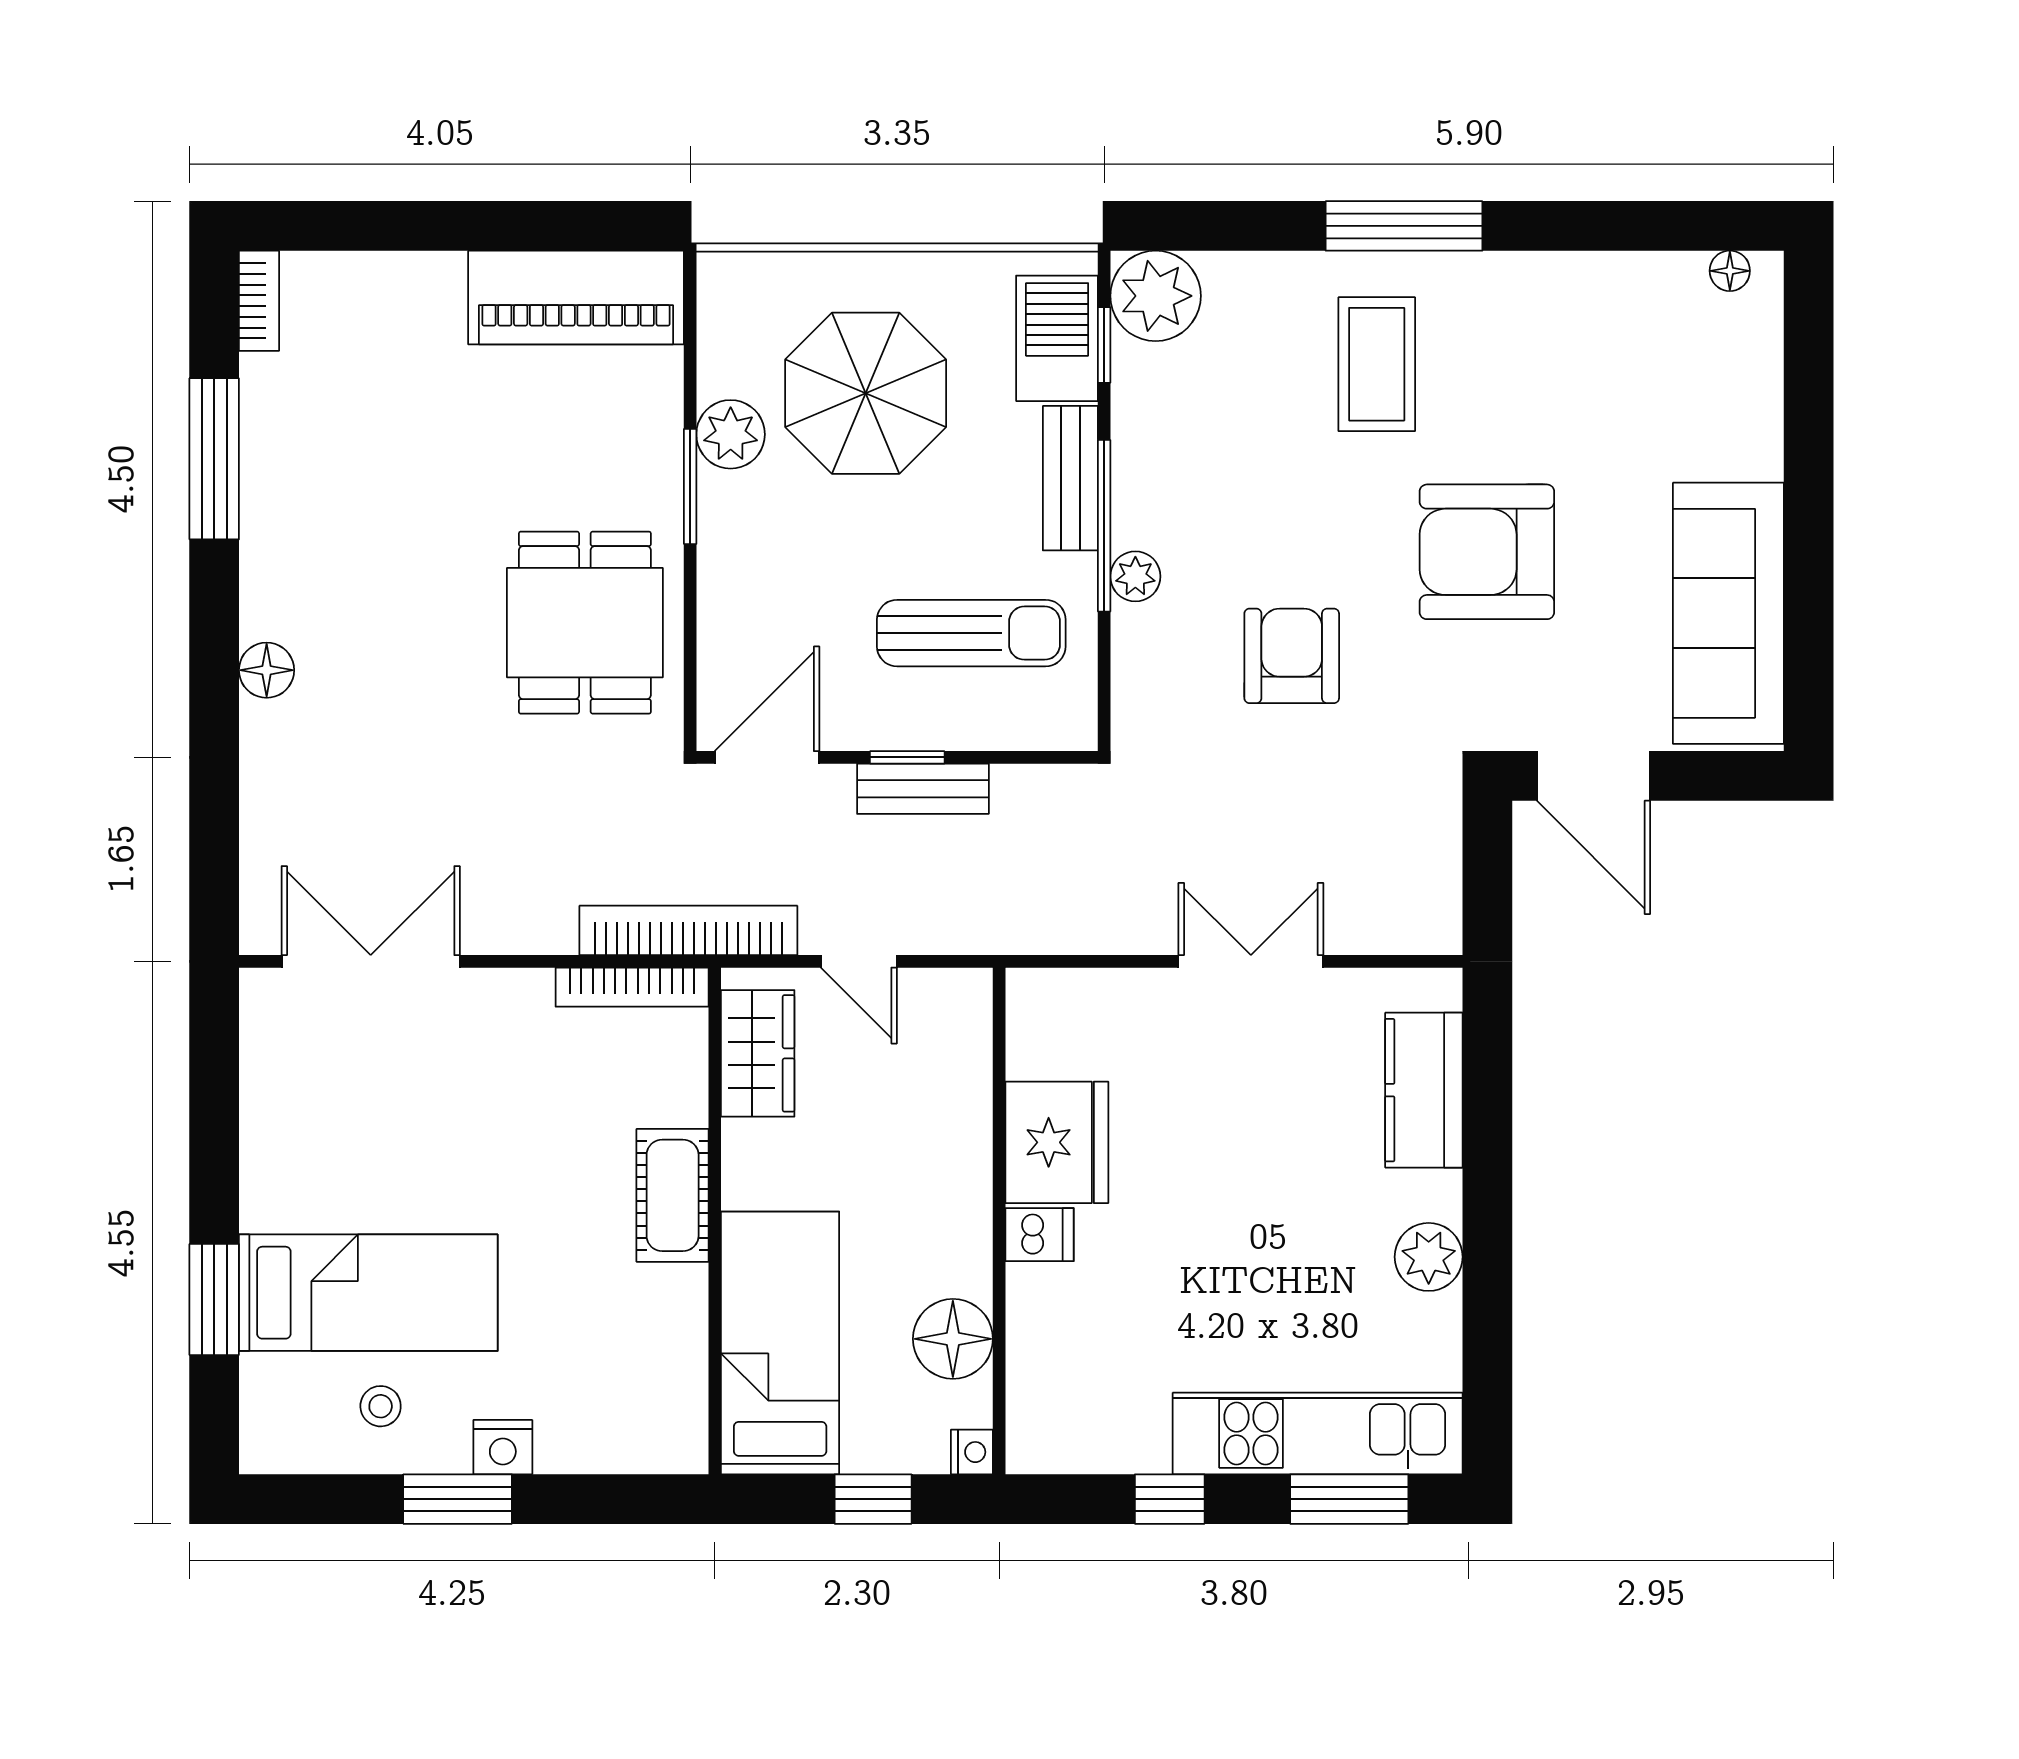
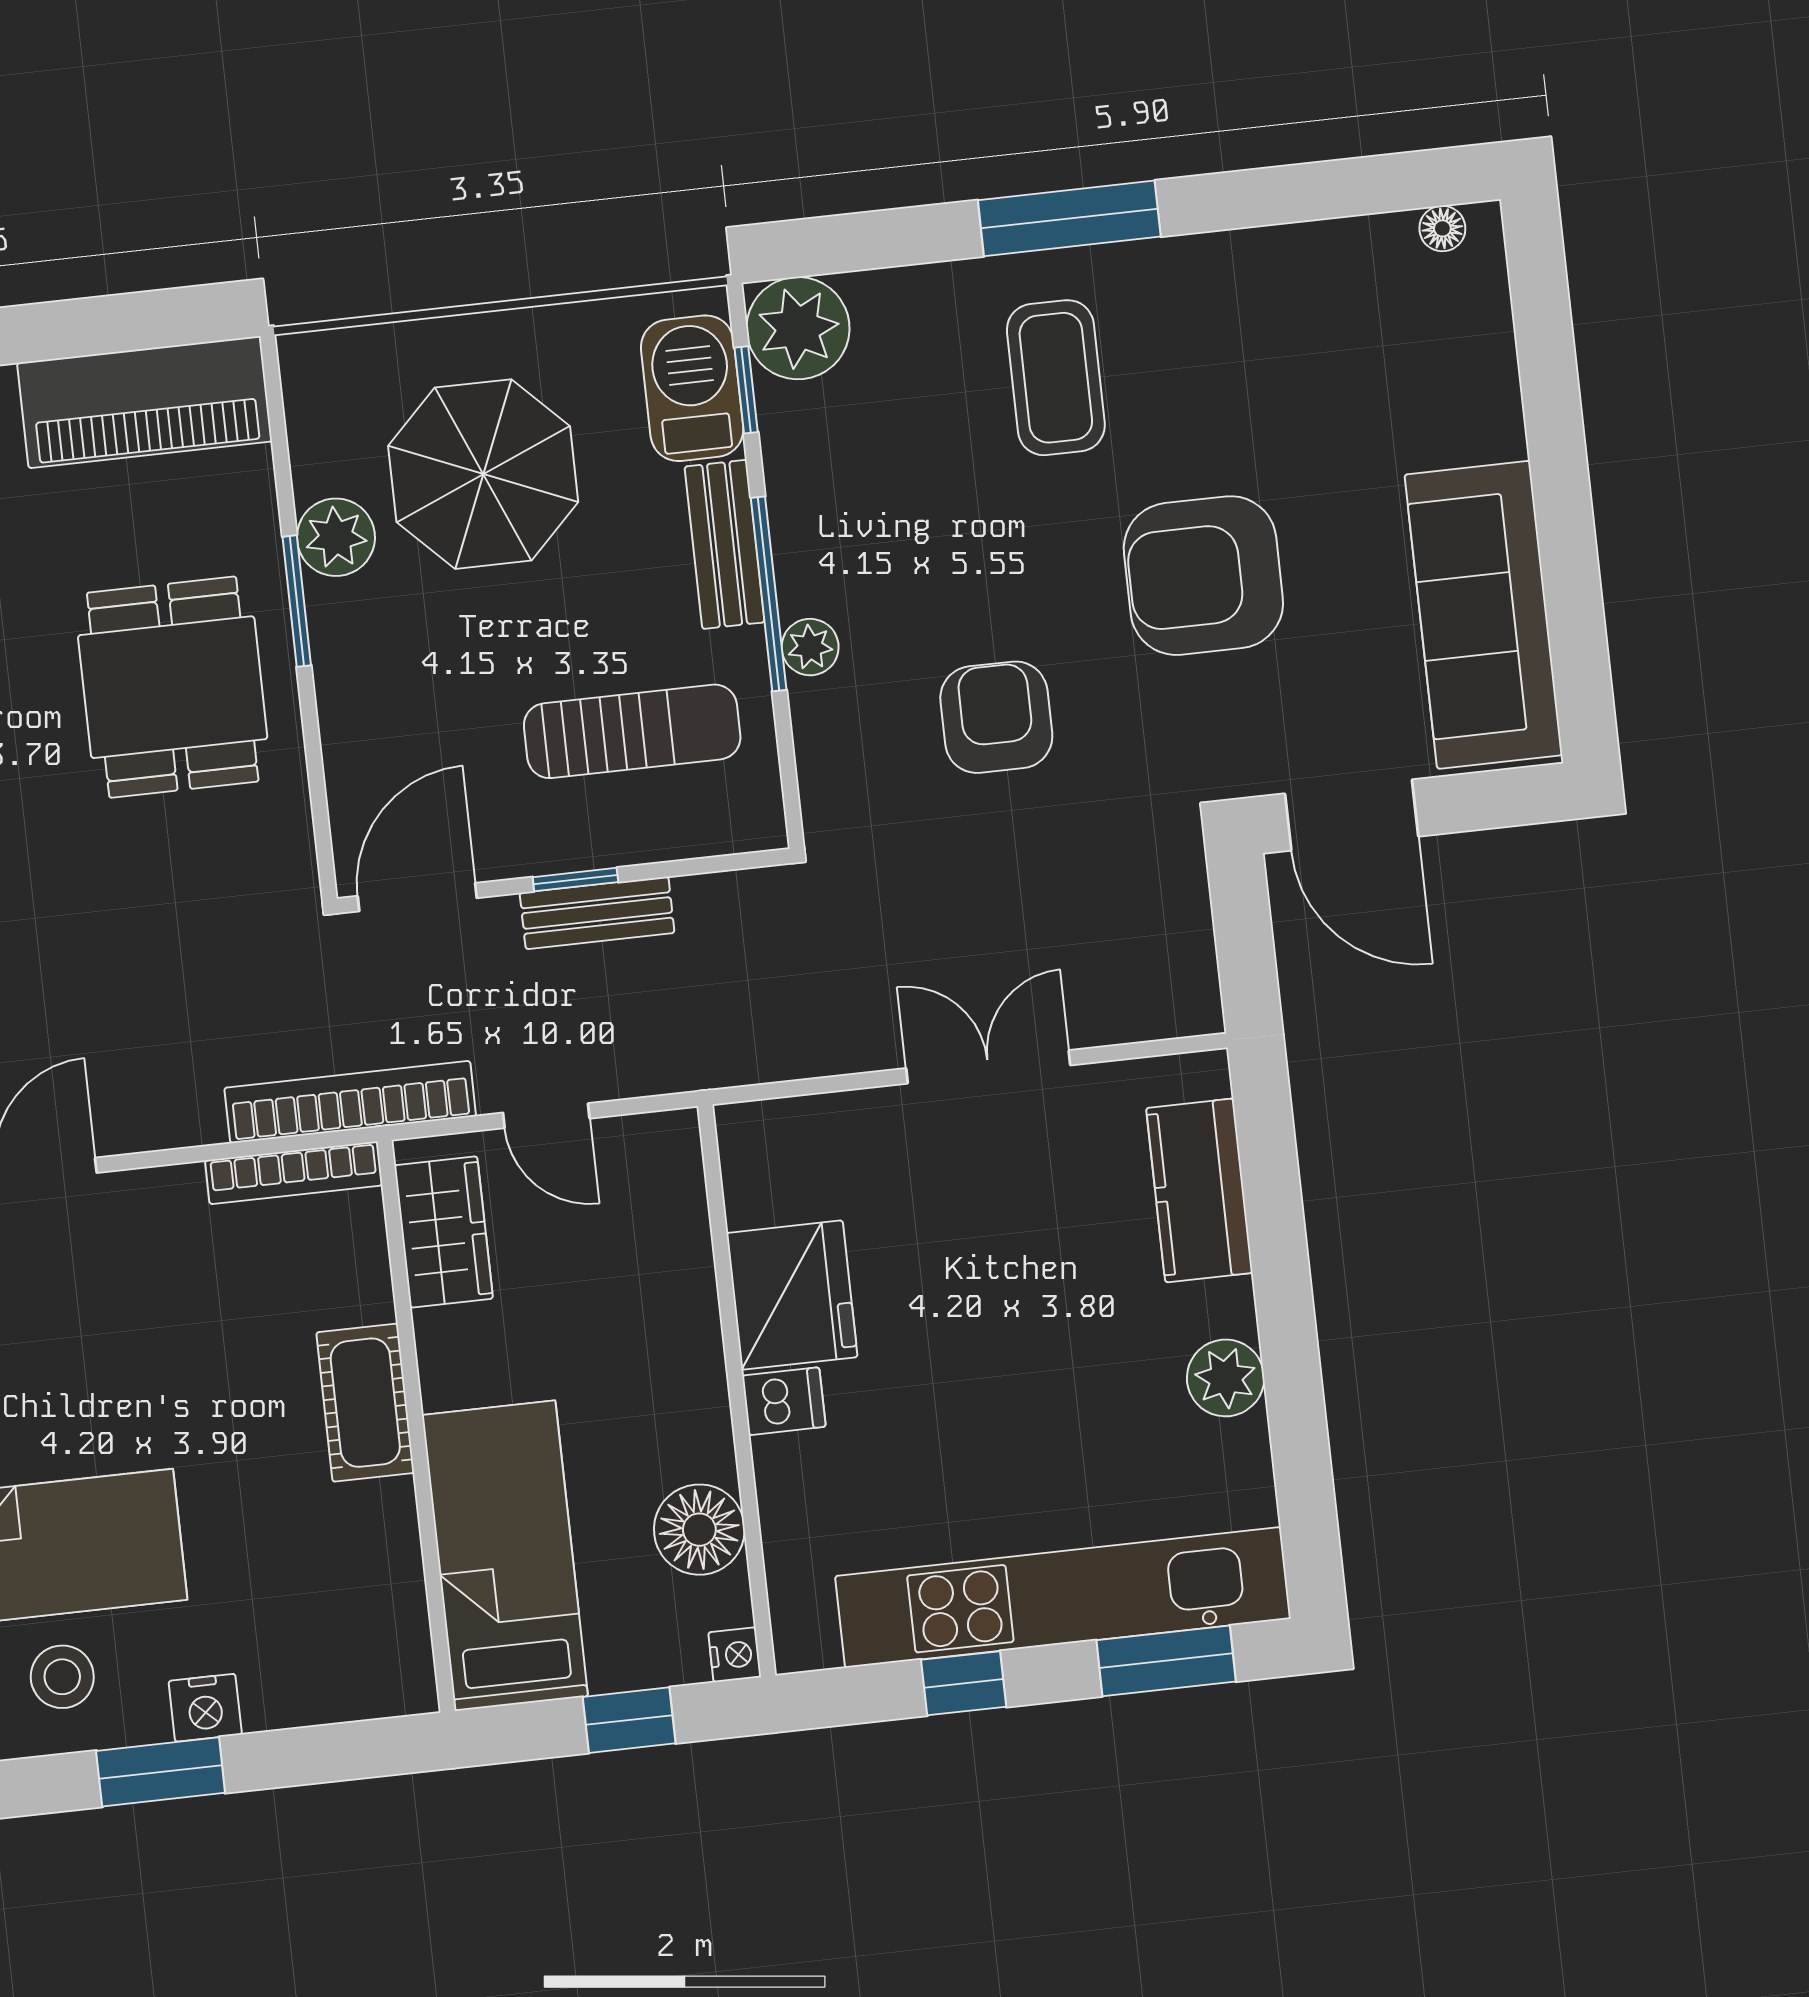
dining table: (585, 623) -> (173, 687), moved
stool: (381, 1406) -> (62, 1677), width x1.37, depth x1.37
kitchen unit: (1318, 1433) -> (1063, 1597), width x1.36

